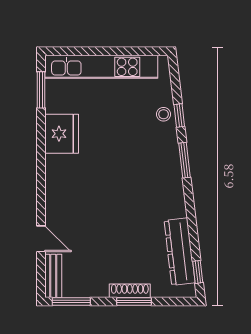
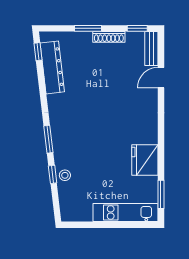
kitchen unit: (101, 67) -> (126, 213), width x0.73
door: (41, 239) -> (161, 78), hinge flipped
shoe rack: (130, 291) -> (109, 37), moved
window: (71, 301) -> (137, 28), width x0.67

